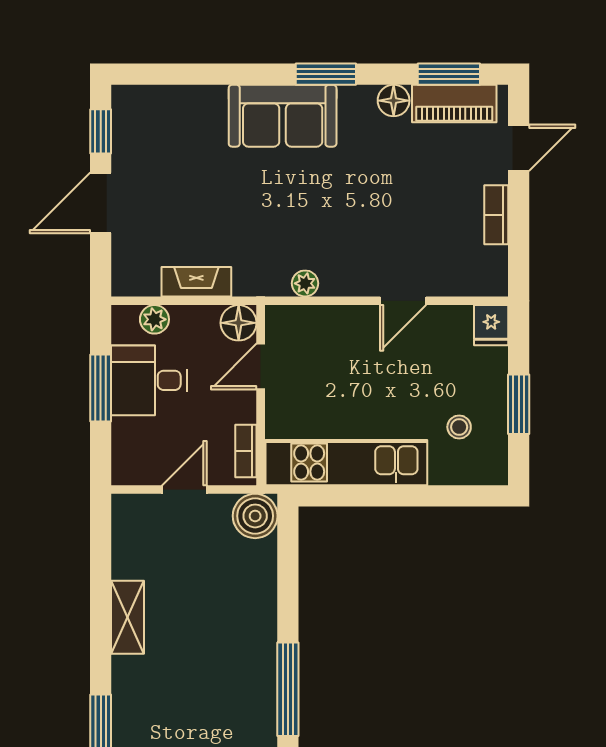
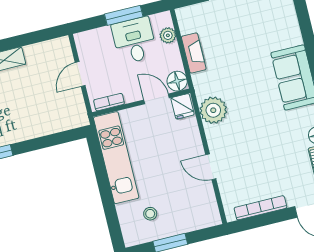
bookcase: (496, 215) -> (260, 208), width x1.56
plant: (305, 283) -> (213, 110), width x1.88, depth x1.88
fridge: (491, 325) -> (183, 106), moved, turned -90
door: (184, 489) -> (80, 74), swing flipped
boiler: (255, 516) -> (75, 116), removed

